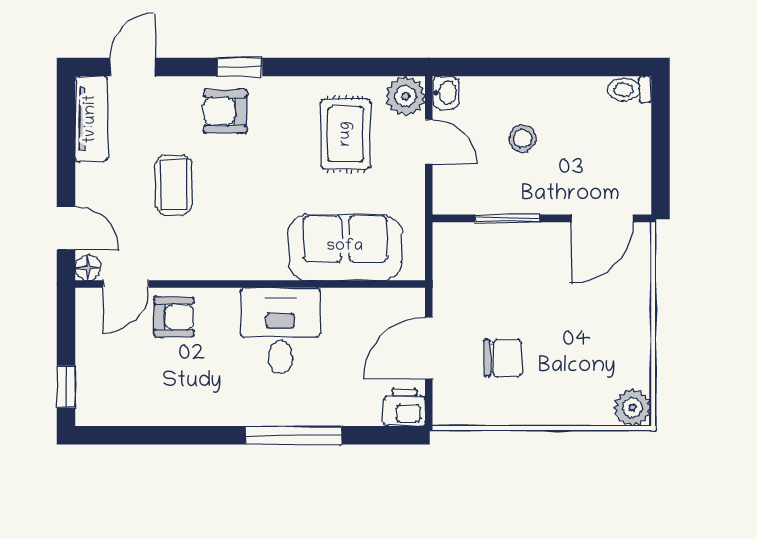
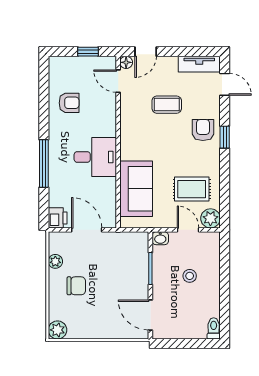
washbasin: (446, 93) -> (160, 238), moved
door: (429, 142) -> (188, 230), swing flipped
armchair: (174, 317) -> (69, 103), moved, turned -90
chair: (503, 358) -> (76, 286), moved, turned -90
window: (66, 387) -> (88, 52), moved
plant: (493, 412) -> (55, 261), added

